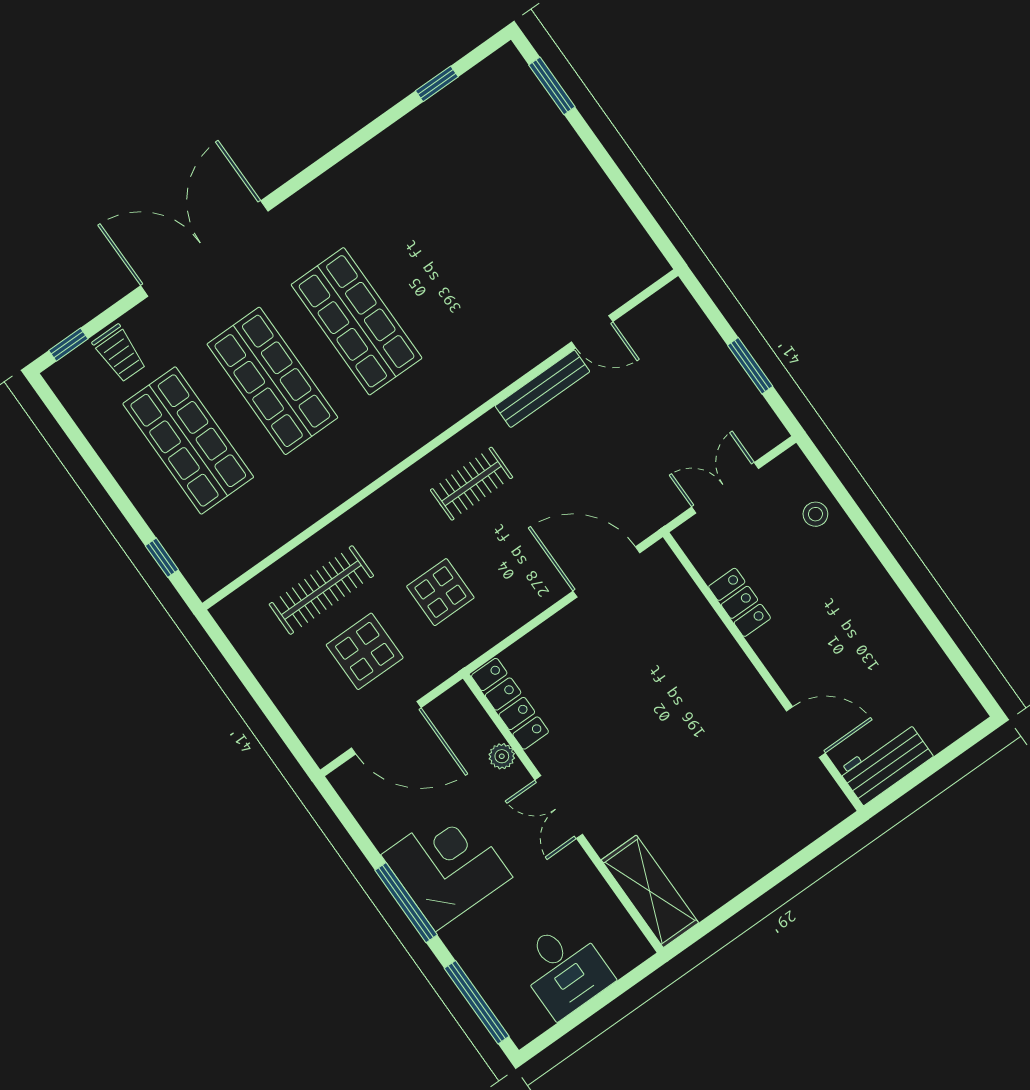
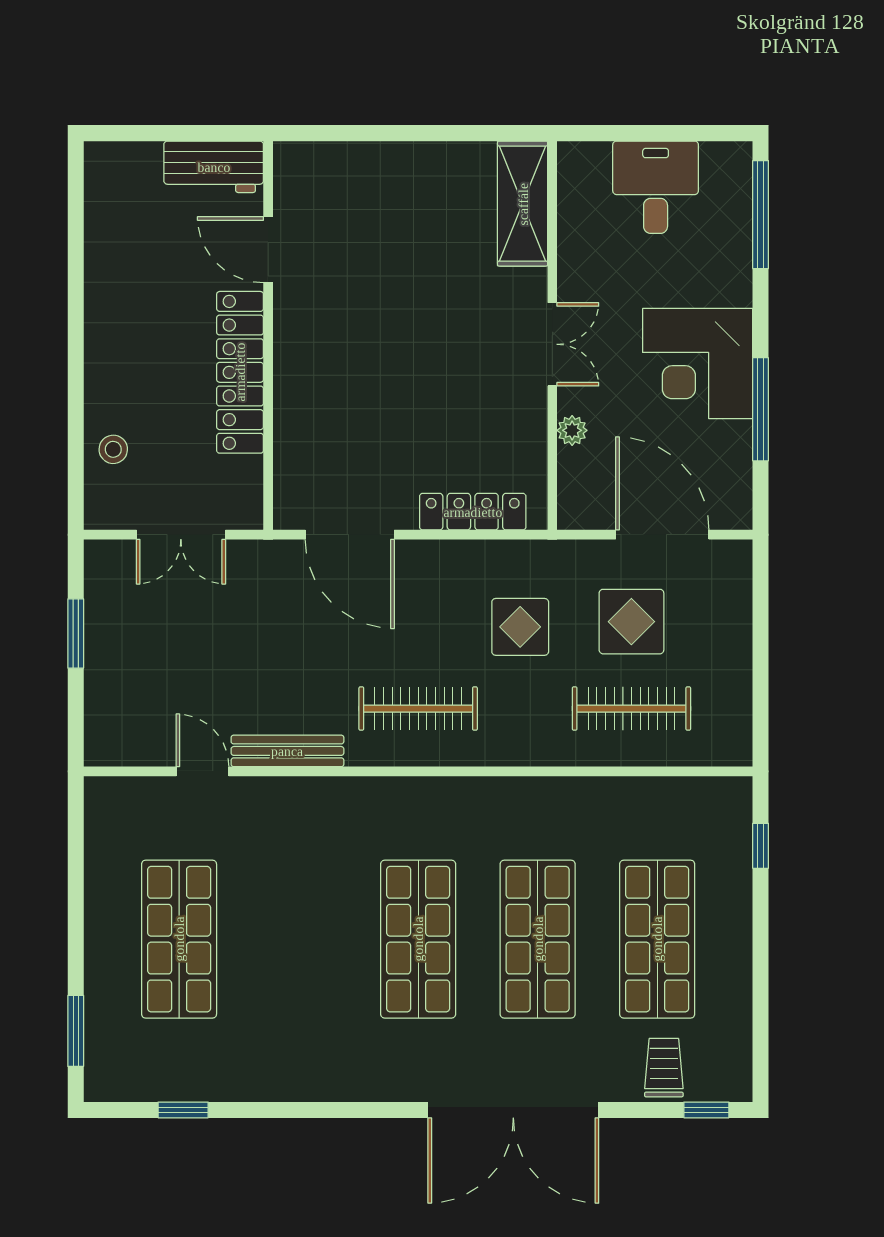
shop shelf: (525, 202) -> (179, 939), added
clothes rail: (472, 484) -> (418, 709), width x1.36
locker: (740, 602) -> (240, 372), width x2.16, depth x1.21
locker: (510, 704) -> (473, 512), moved, turned 90
window: (406, 903) -> (761, 409), moved

